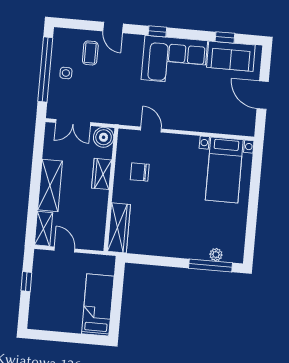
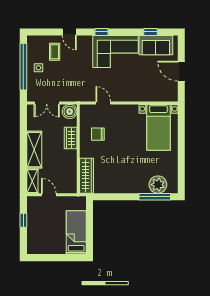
plant: (216, 255) -> (158, 185), width x1.88, depth x1.88

